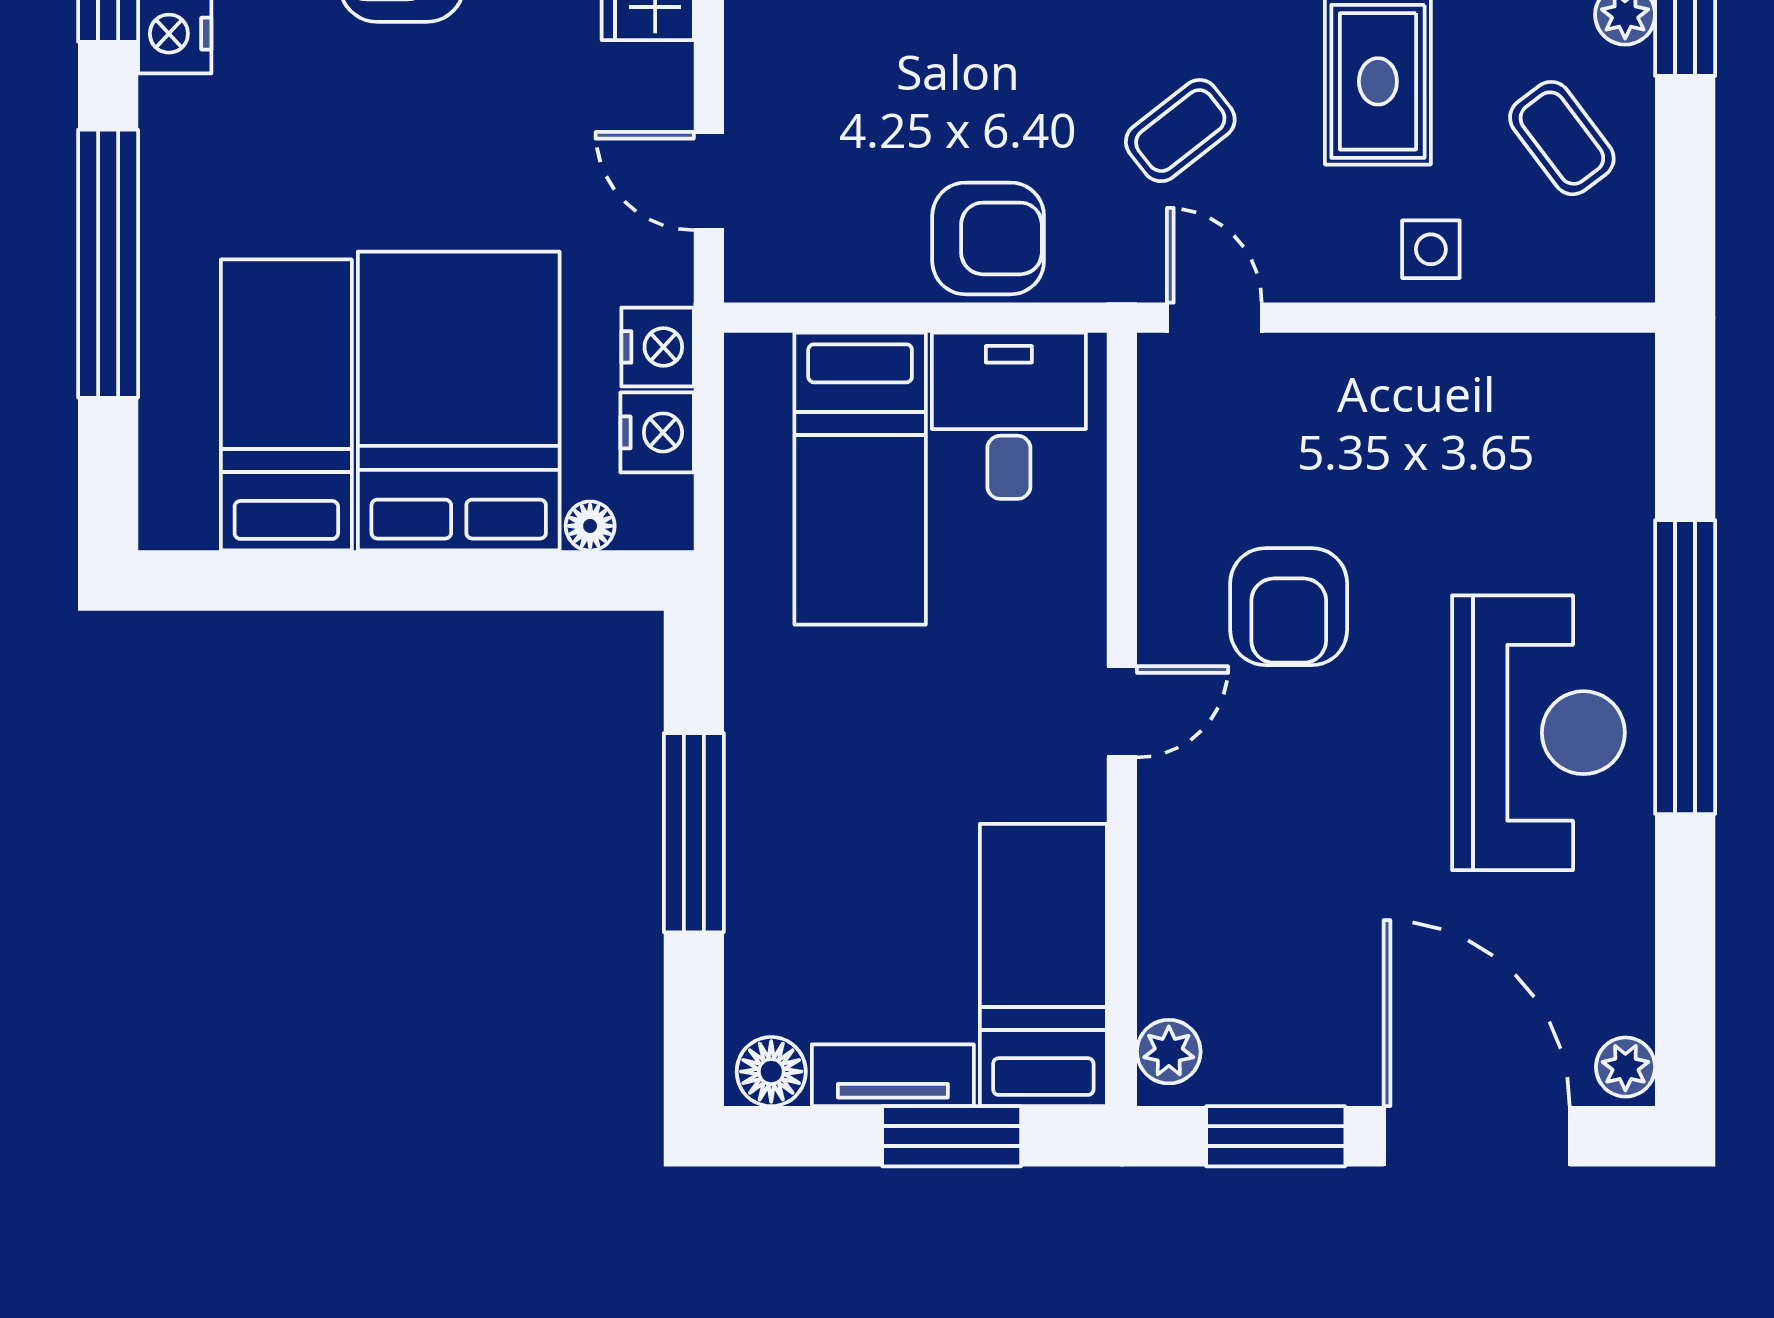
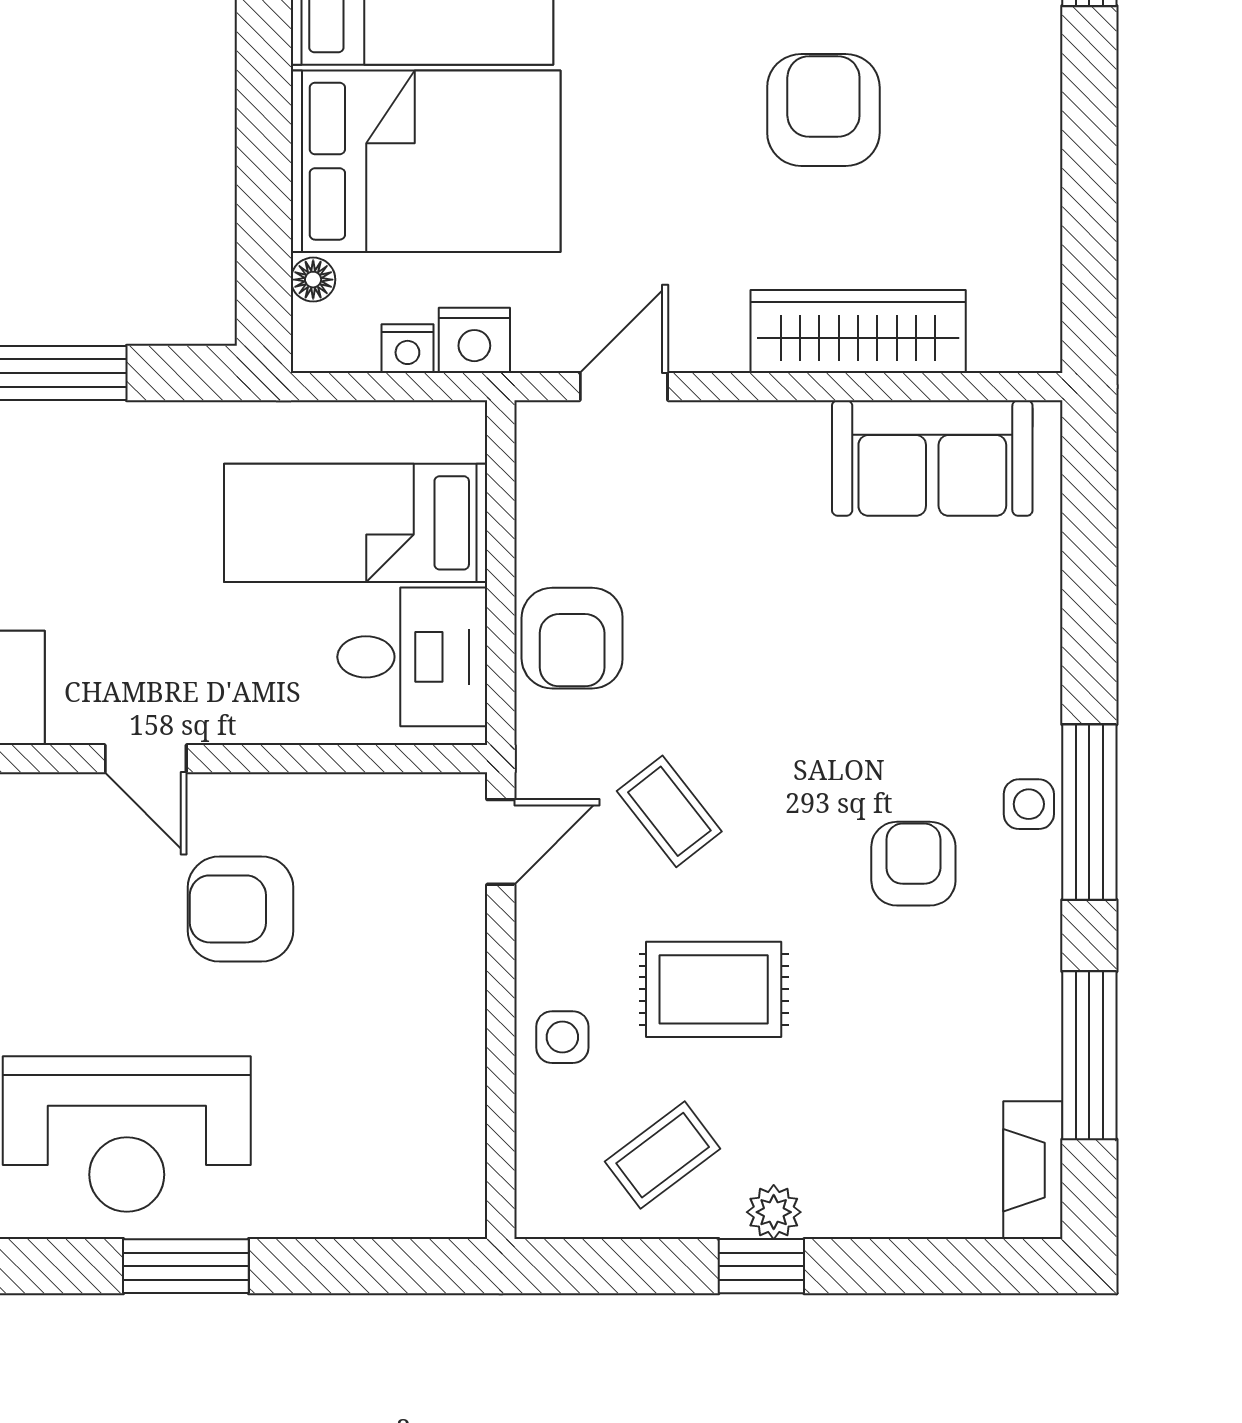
nightstand: (657, 432) -> (407, 349), width x0.72, depth x0.74
window: (1685, 667) -> (186, 1266), width x0.47

